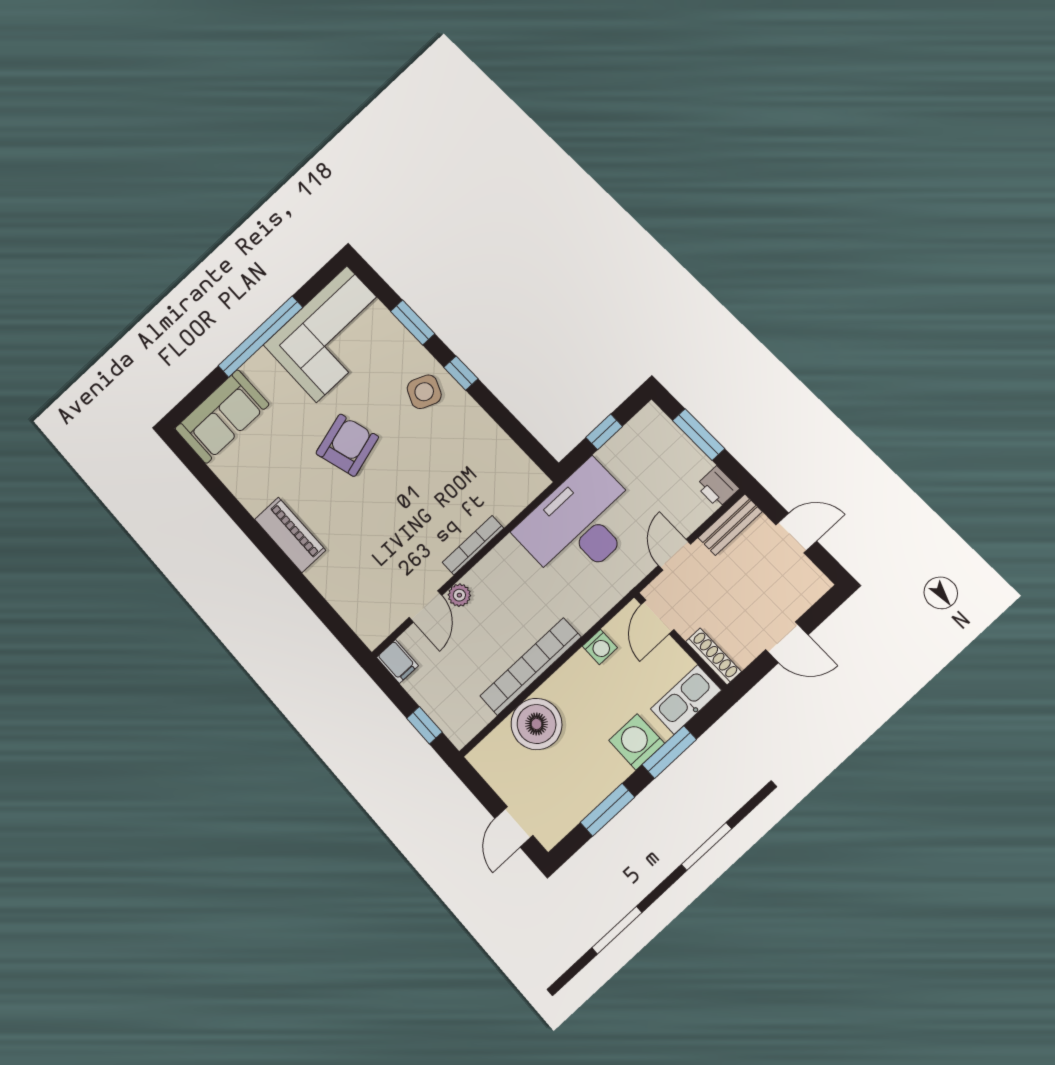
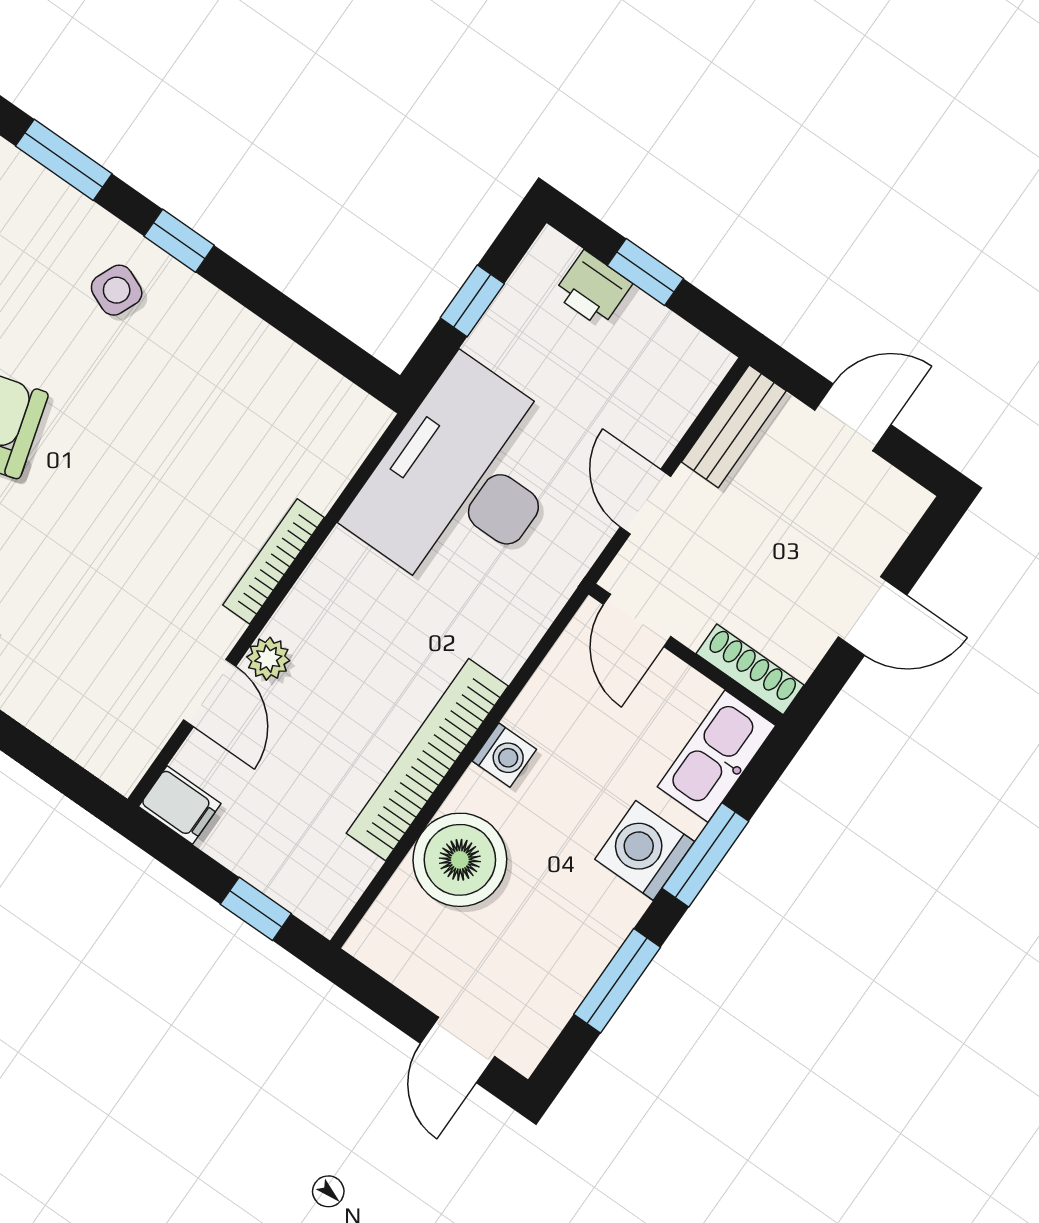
side table: (424, 392) -> (117, 290), width x0.73, depth x0.73
window: (699, 435) -> (645, 272), width x0.67
printer: (717, 487) -> (593, 289), moved
washing machine: (600, 647) -> (504, 755), moved

